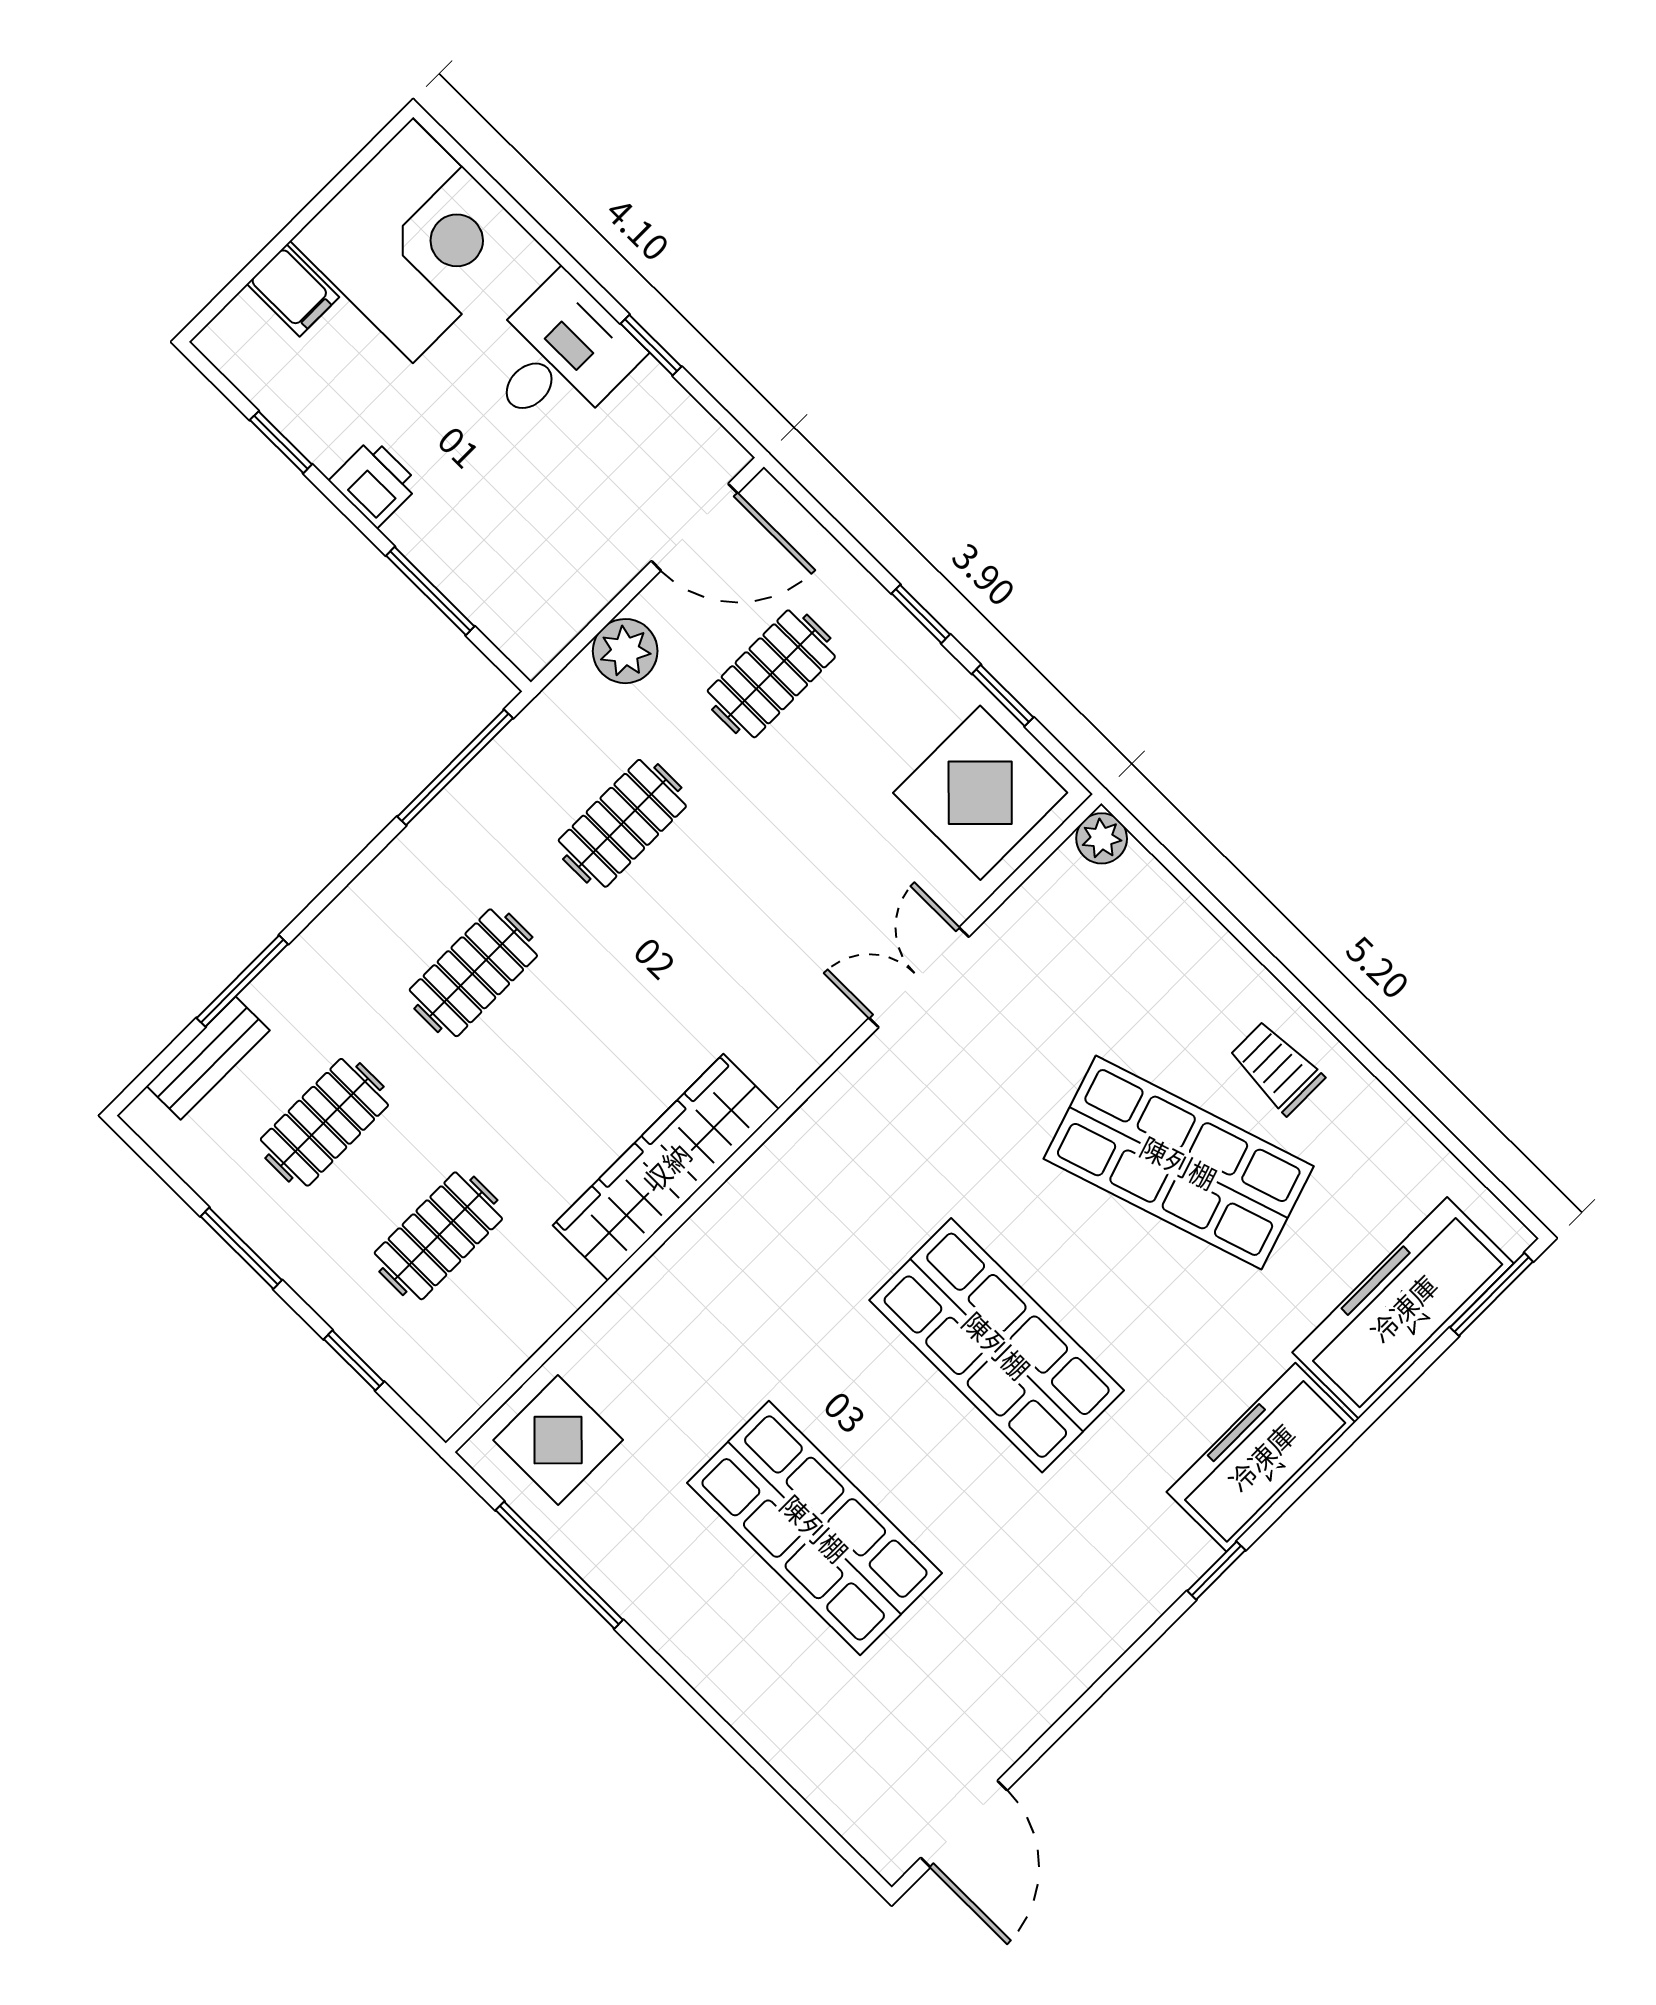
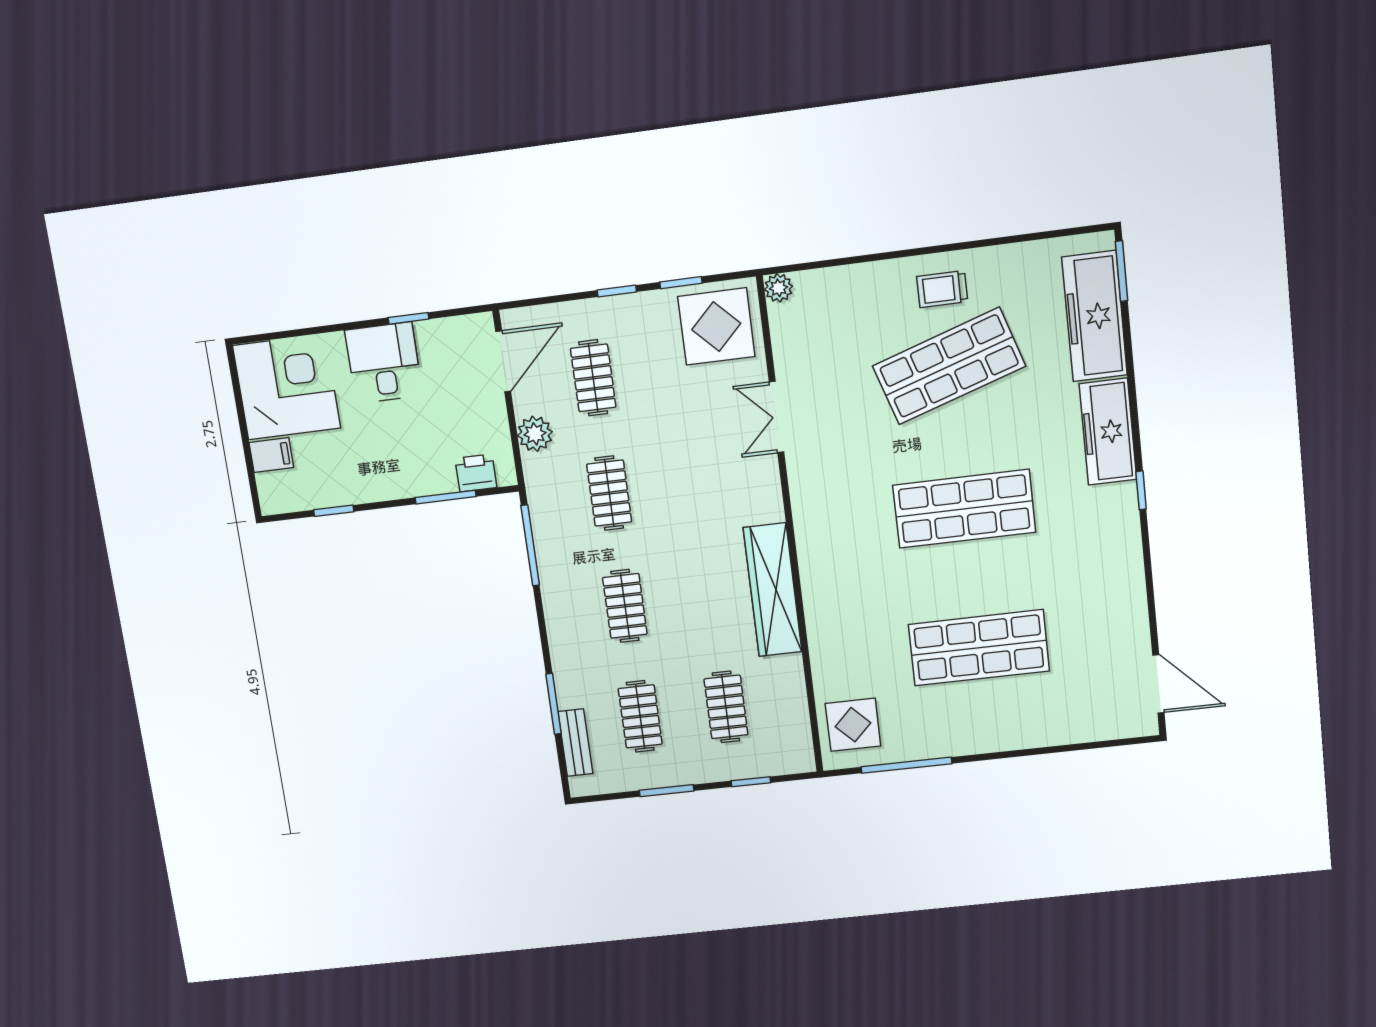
printer: (374, 483) -> (476, 473), moved

